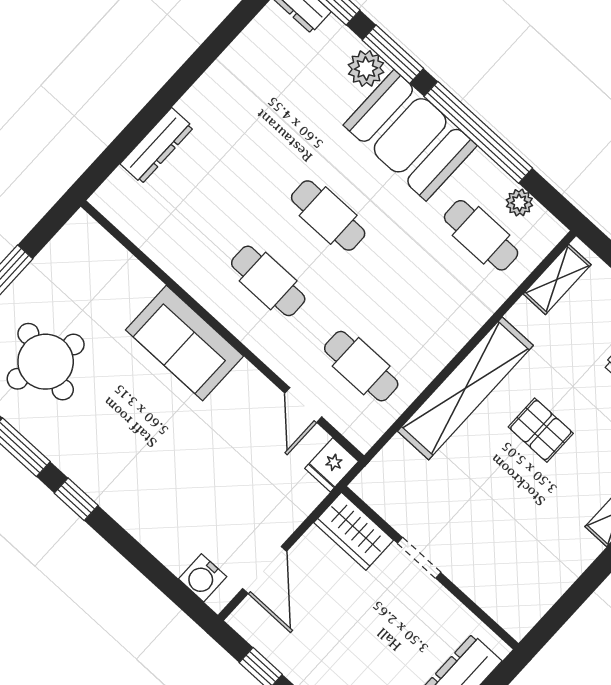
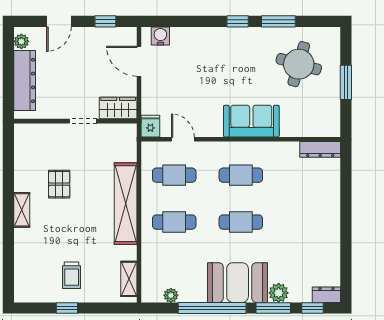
dresser: (157, 146) -> (320, 149), moved, turned -90
cafe table: (481, 235) -> (174, 222), moved
pallet: (541, 430) -> (59, 184), moved, turned 90

